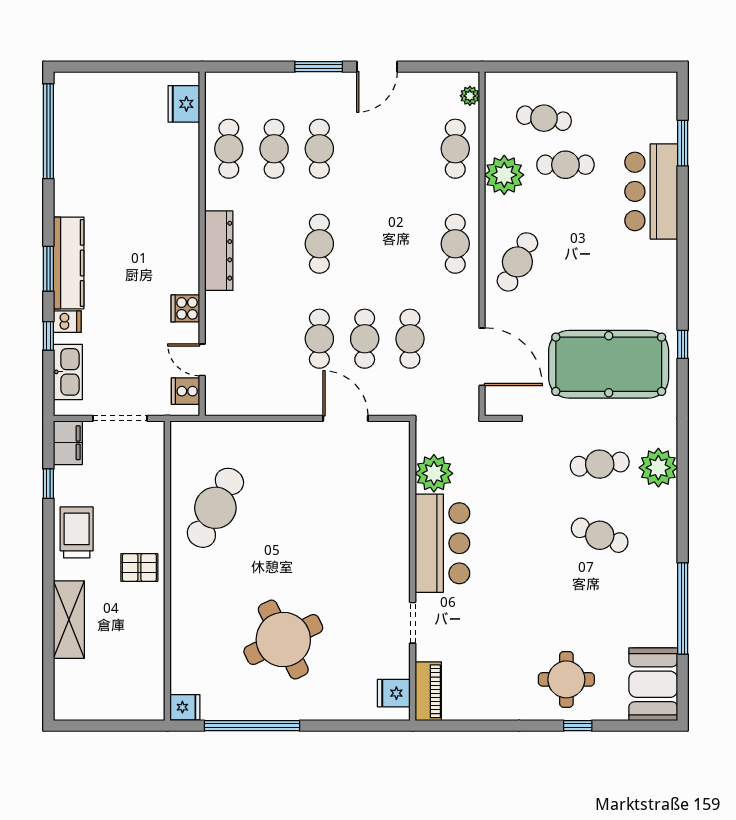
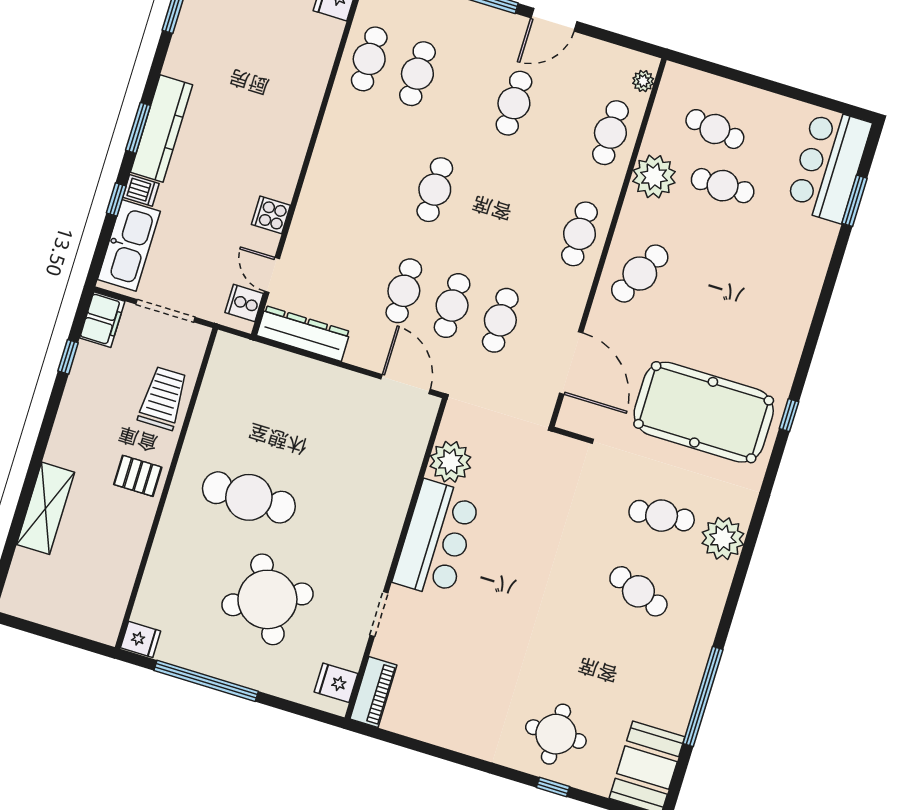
cafe table: (319, 149) -> (514, 103), moved
bar counter: (651, 191) -> (829, 165), moved
dresser: (219, 251) -> (303, 333), moved, turned -90
kitchen sink: (68, 372) -> (129, 245), width x1.36, depth x1.24
plant: (434, 473) -> (450, 462), moved
cafe table: (215, 508) -> (249, 497), moved, turned 62
trolley: (77, 532) -> (163, 398), moved
bar counter: (442, 543) -> (437, 539), moved
wall: (413, 571) -> (396, 559), moved
doorway: (413, 623) -> (379, 614), moved
piano: (428, 691) -> (373, 692), moved
fridge: (394, 693) -> (336, 683), moved

